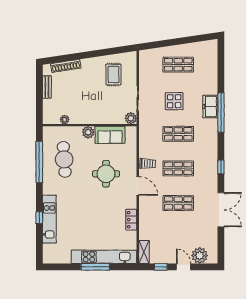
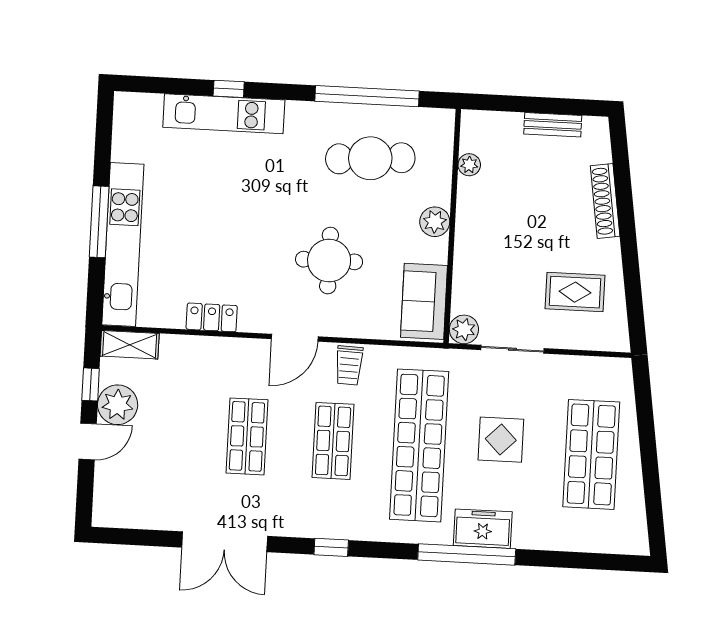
shop shelf: (178, 65) -> (591, 454), width x1.43, depth x1.36
shoe rack: (66, 66) -> (605, 201), moved
shop shelf: (178, 134) -> (419, 445), width x2.00, depth x1.36
sofa: (110, 135) -> (424, 301), moved
plant: (200, 256) -> (118, 405), moved

